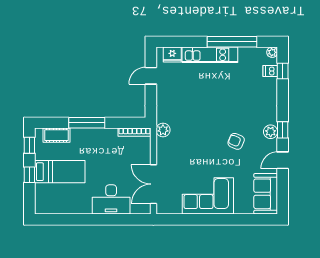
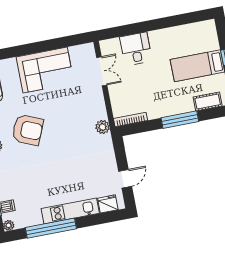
armchair: (236, 141) -> (28, 130), width x1.88, depth x1.88
double door: (153, 184) -> (102, 71), width x0.73
desk: (111, 199) -> (136, 49), width x0.73

